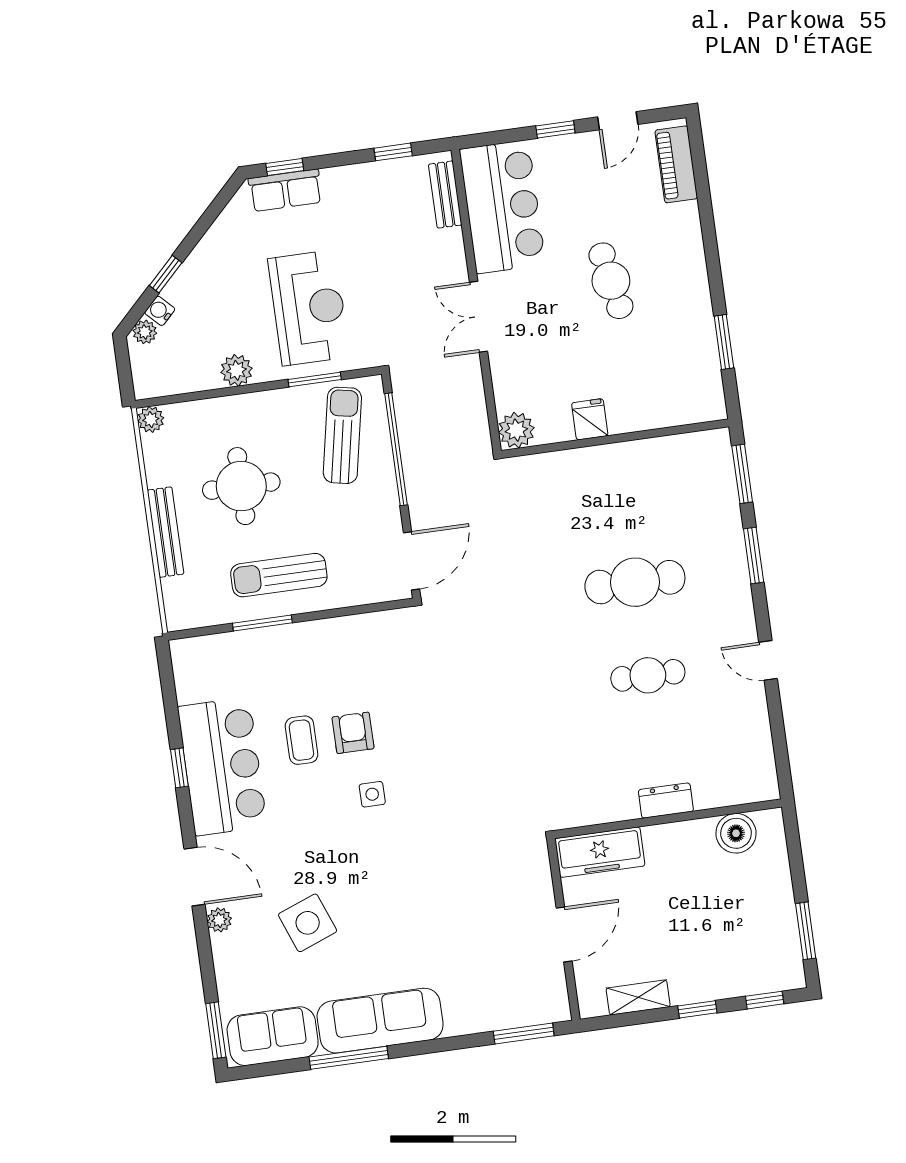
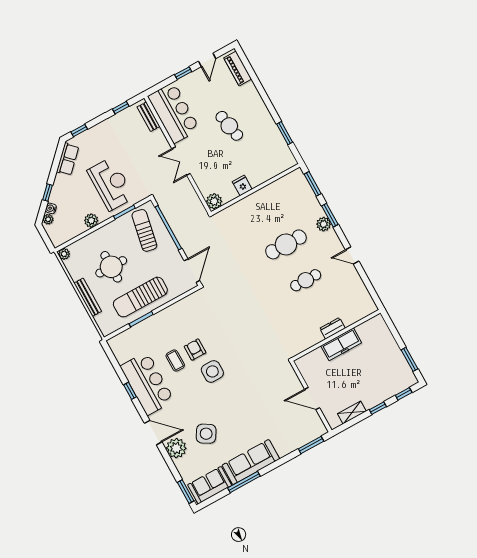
row of seats: (285, 190) -> (68, 159), moved, turned -45
plant: (733, 570) -> (324, 224), added
sun lounger: (279, 575) -> (140, 297), width x1.36, depth x1.34
side table: (372, 794) -> (212, 371), width x1.87, depth x1.87
boiler: (736, 833) -> (366, 331), removed
freezer: (600, 852) -> (341, 344), moved
plant: (219, 920) -> (176, 448), width x1.87, depth x1.87
side table: (308, 923) -> (206, 434), turned -38
door: (564, 935) -> (312, 398), swing flipped

